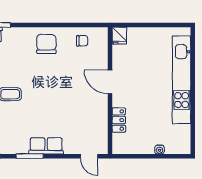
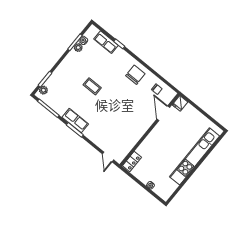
door: (110, 82) -> (163, 113), moved
locker: (119, 120) -> (132, 162), moved
row of seats: (46, 146) -> (75, 121), moved

